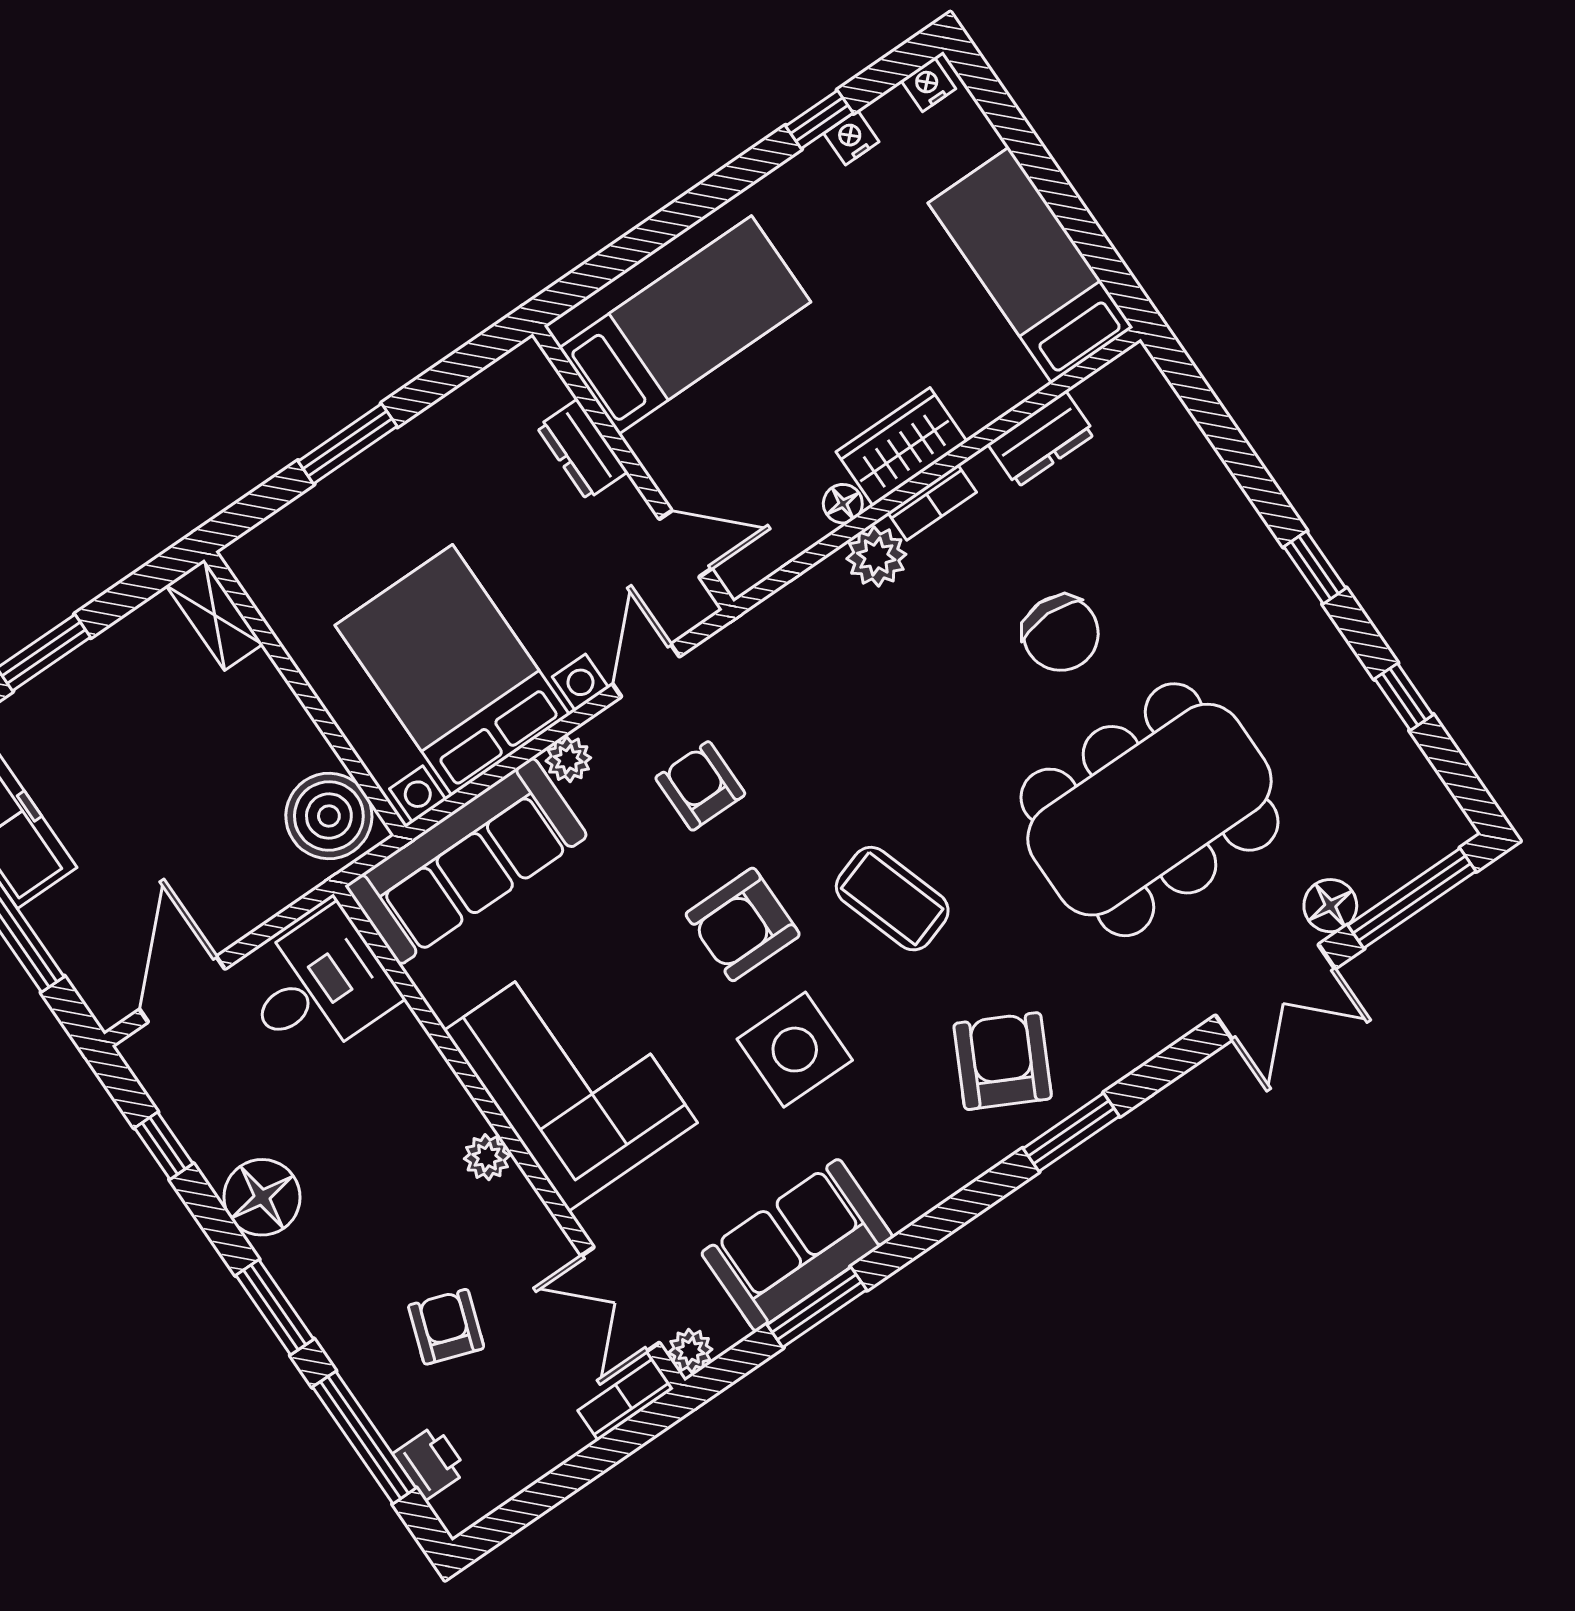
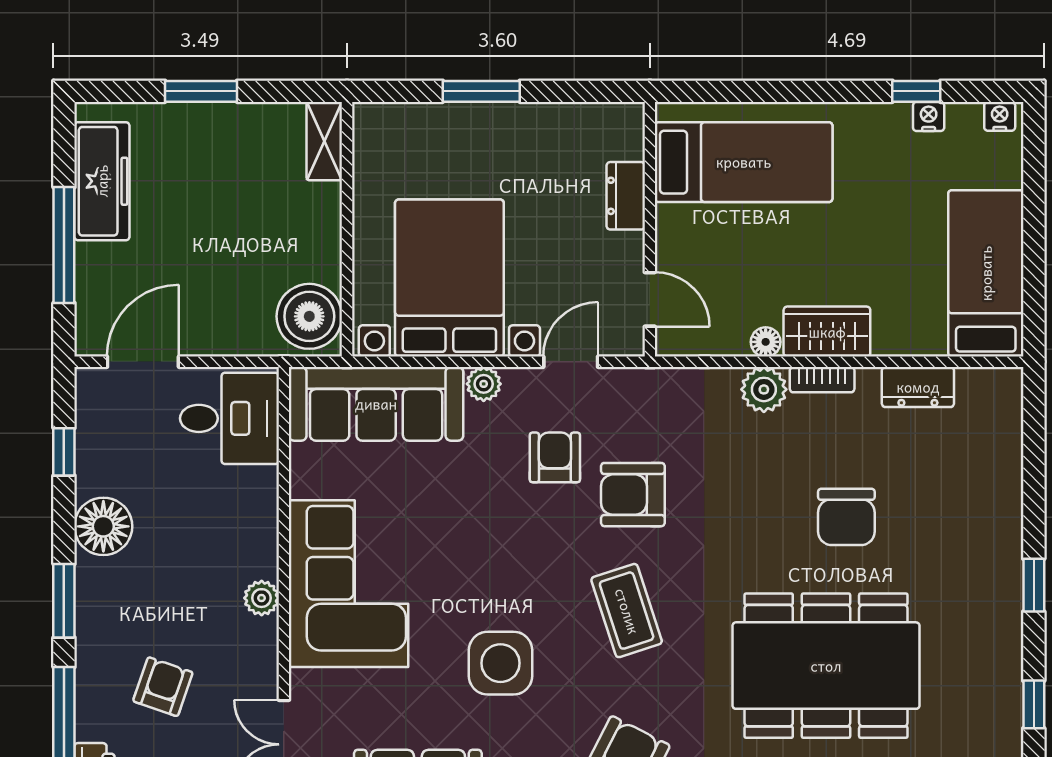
armchair: (743, 924) -> (633, 495), moved

